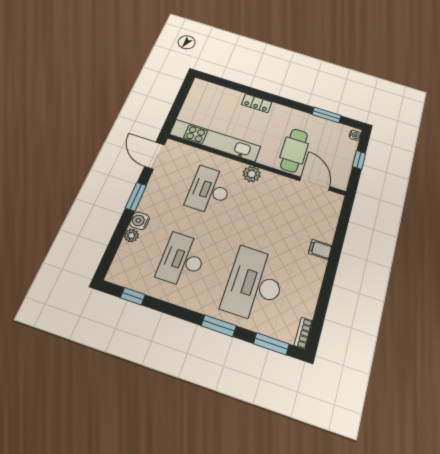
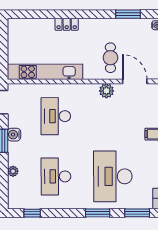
cafe table: (294, 150) -> (110, 58), width x0.73, depth x0.74
plant: (252, 174) -> (106, 91), moved
water cooler: (140, 221) -> (14, 135), moved

